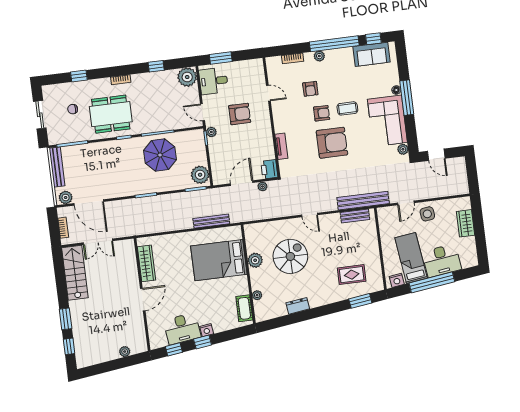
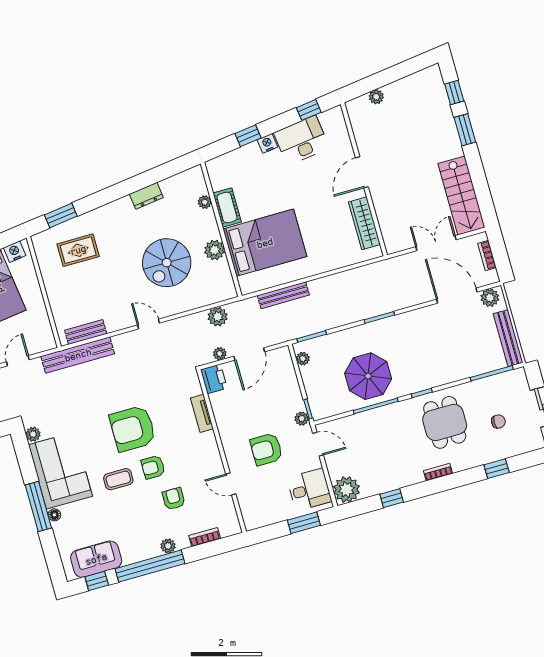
dining table: (111, 114) -> (445, 422), width x0.73
plant: (200, 175) -> (303, 359), width x0.53, depth x0.53
plant: (260, 213) -> (218, 317), added
cot: (244, 308) -> (227, 208), moved
window: (203, 342) -> (248, 136), moved

